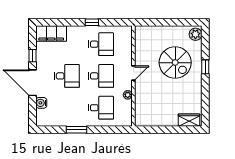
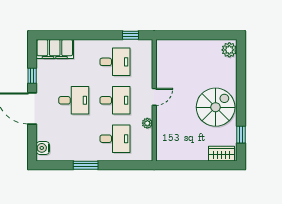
window: (92, 22) -> (131, 35), moved
spiral stairs: (175, 63) -> (216, 107), moved, turned -90
window: (205, 67) -> (241, 135), moved
water cooler: (41, 103) -> (43, 148), moved

